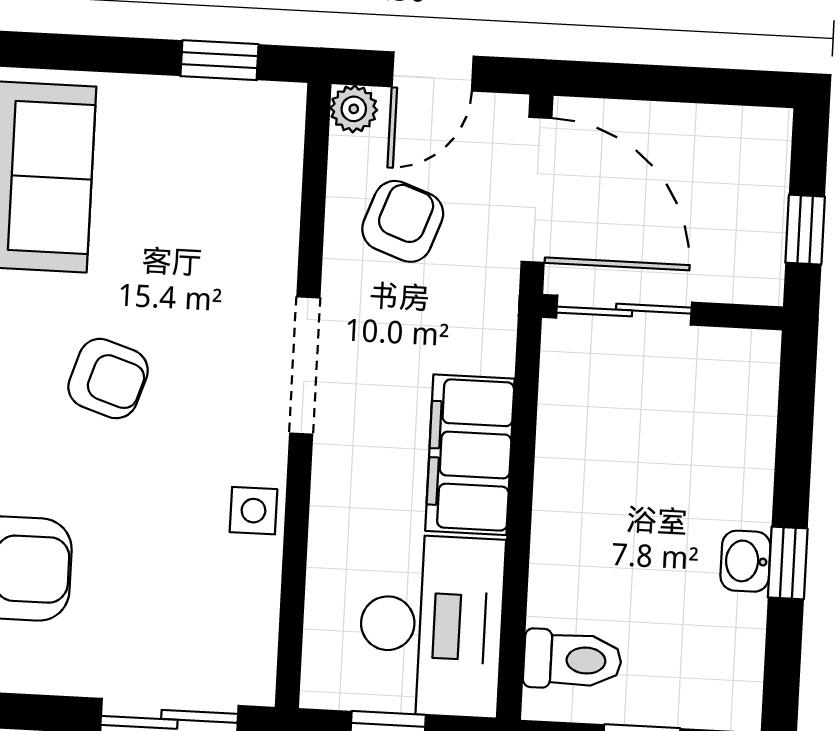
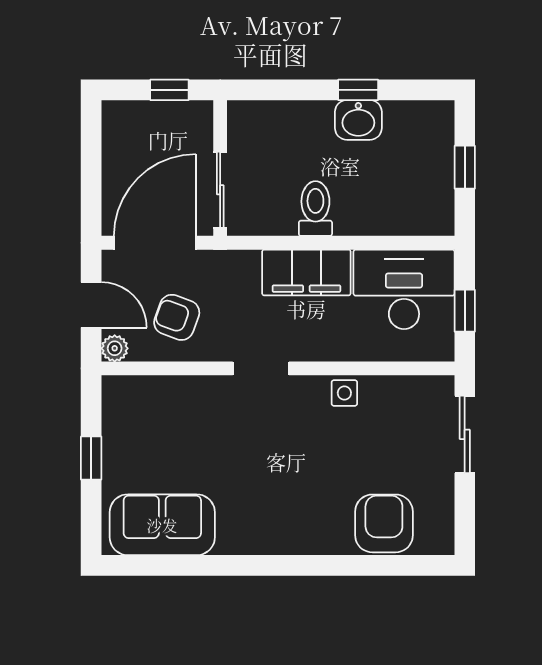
window: (219, 60) -> (91, 458), moved
doorway: (305, 365) -> (261, 368), width x0.73
armchair: (108, 379) -> (274, 479), removed
washbasin: (745, 561) -> (358, 120), width x1.38, depth x1.45
toilet: (572, 660) -> (315, 209), moved

